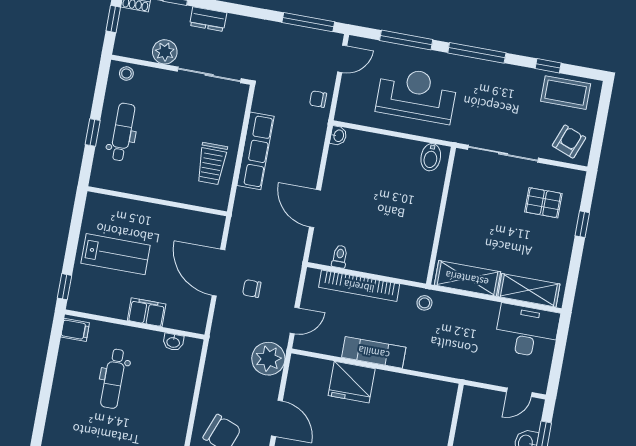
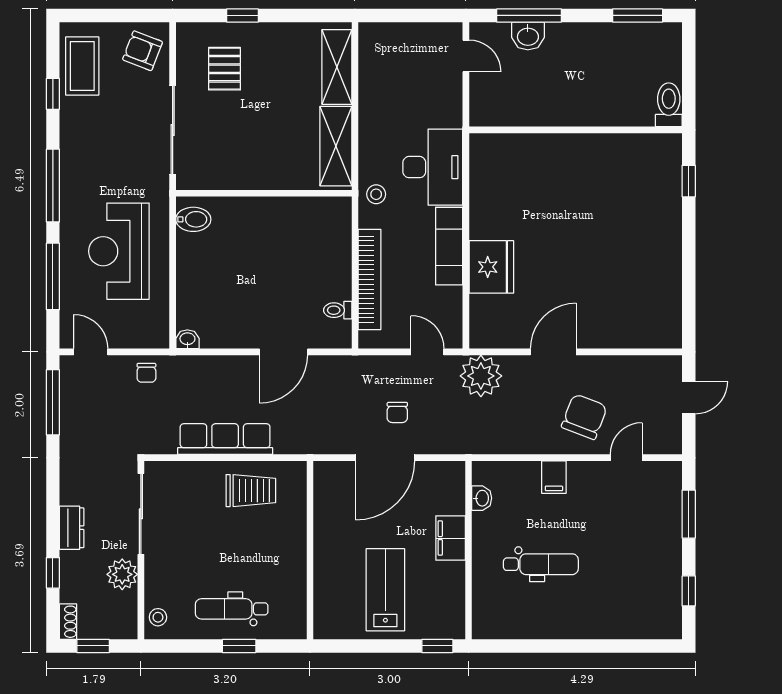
filing cabinet: (75, 330) -> (554, 477), moved, turned 180
desk: (527, 331) -> (433, 167), moved, turned 180

